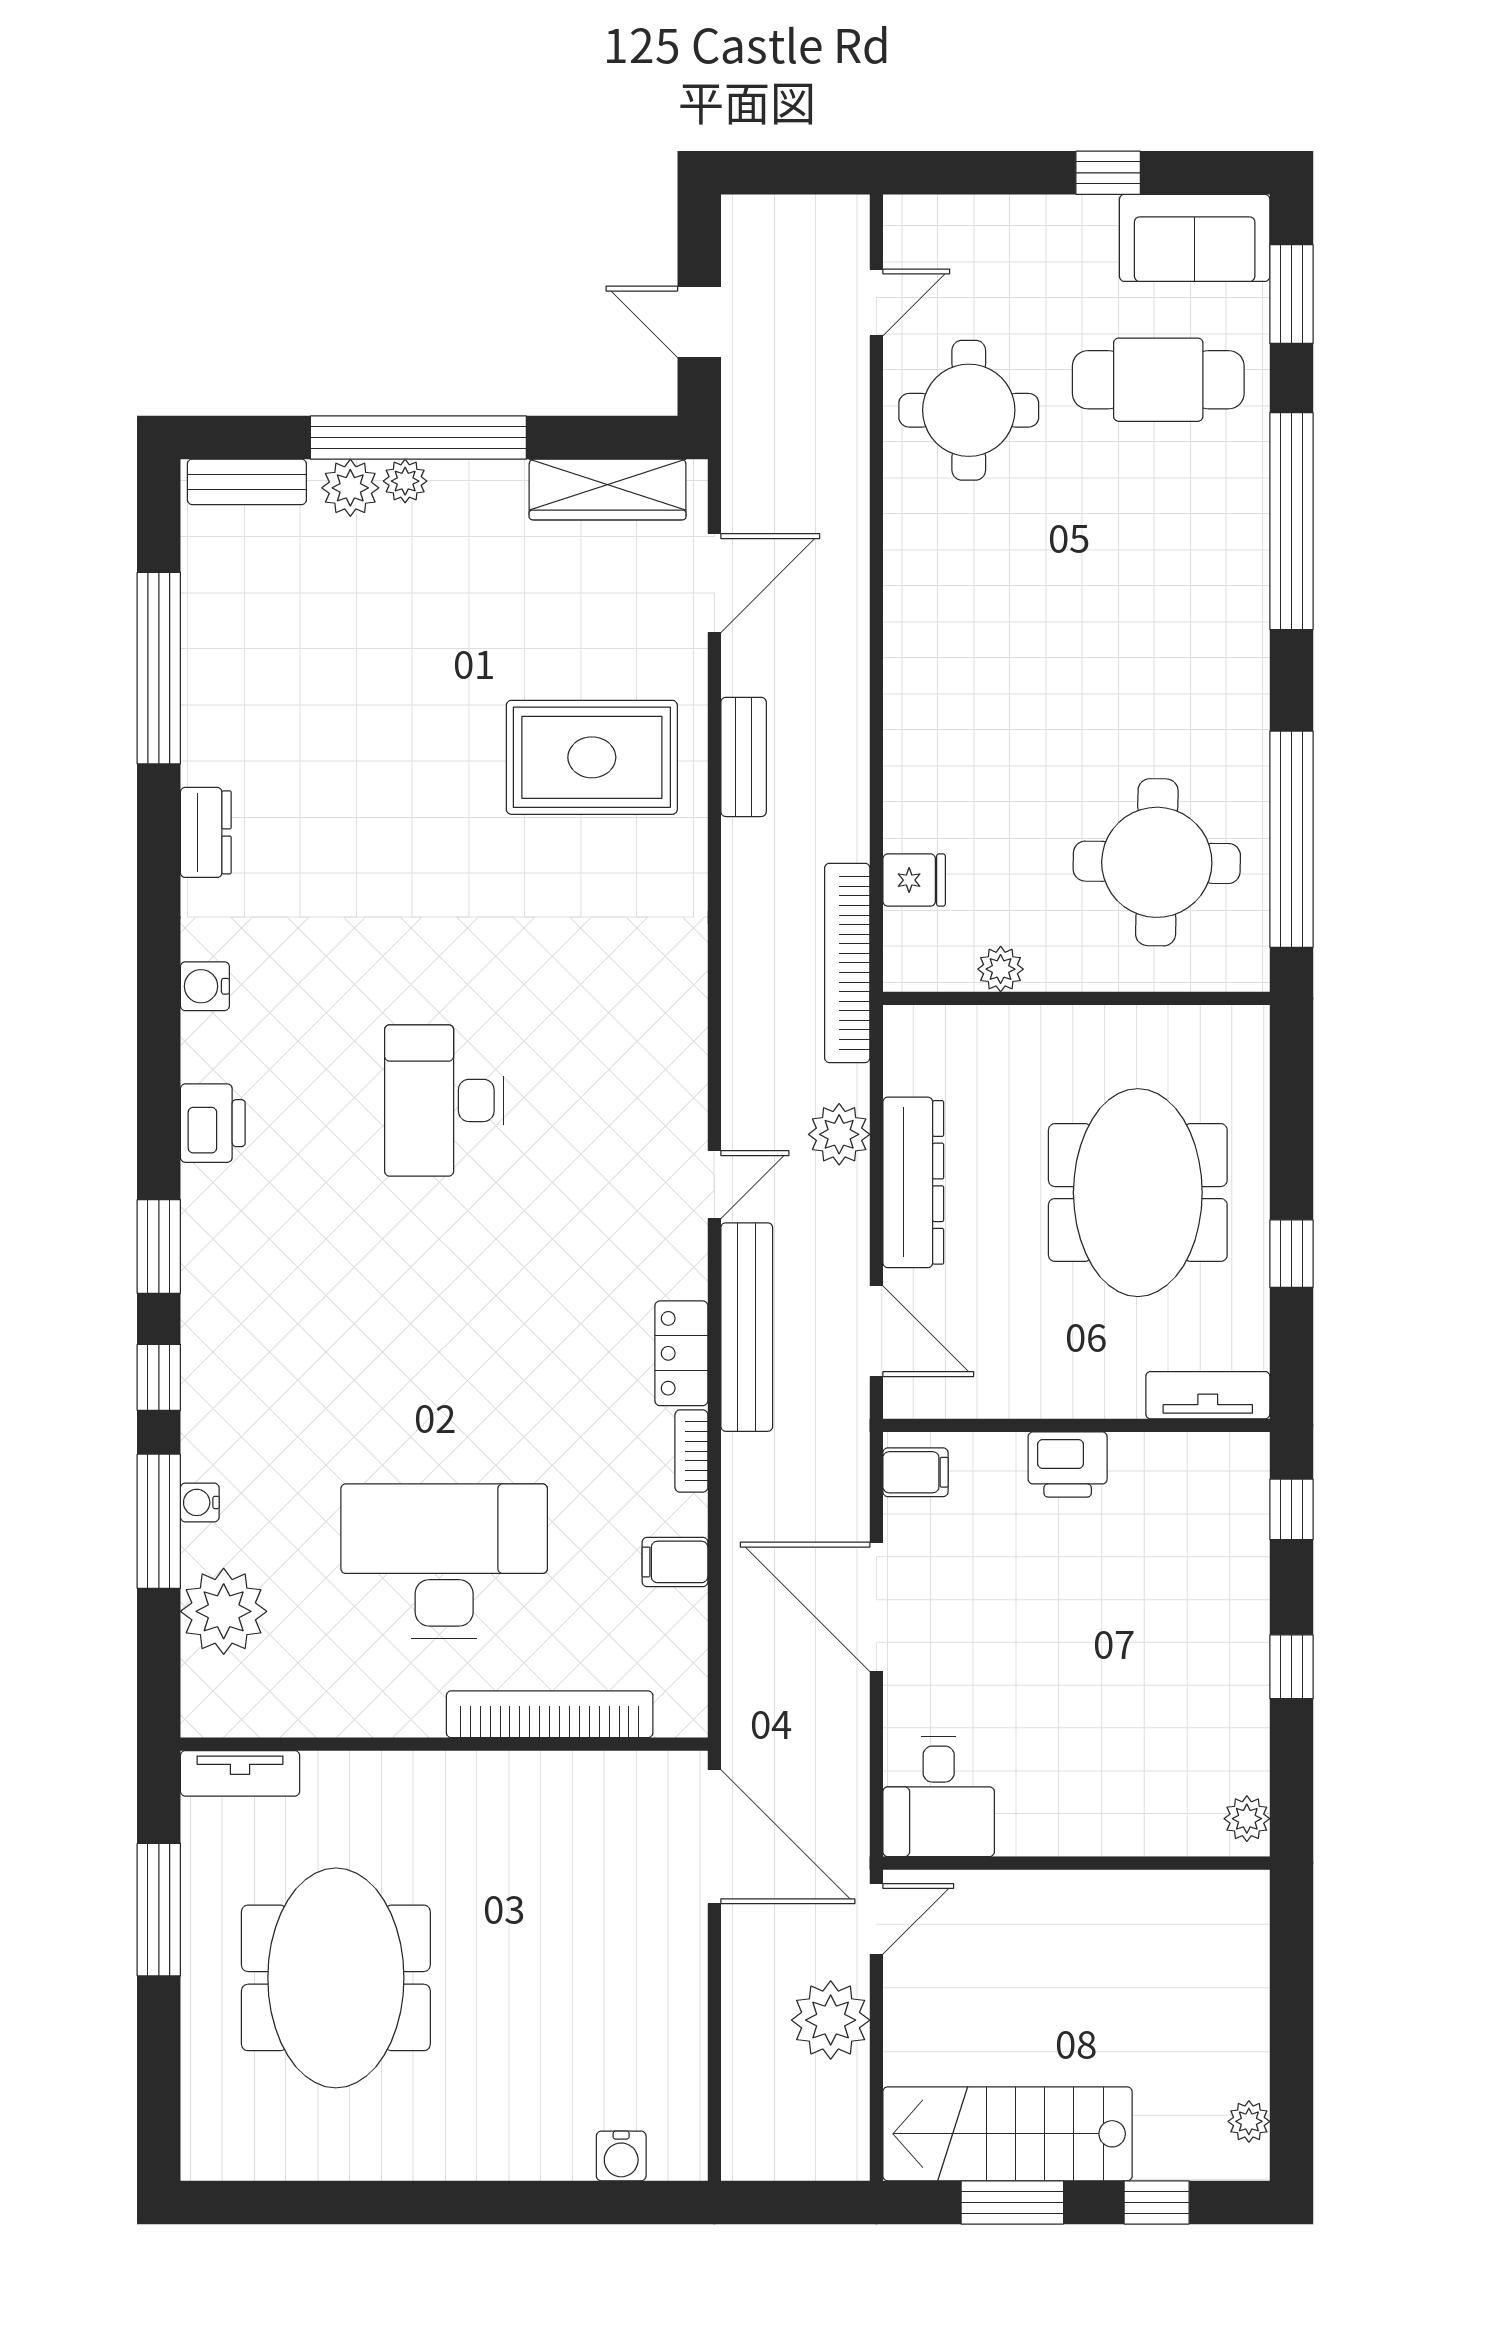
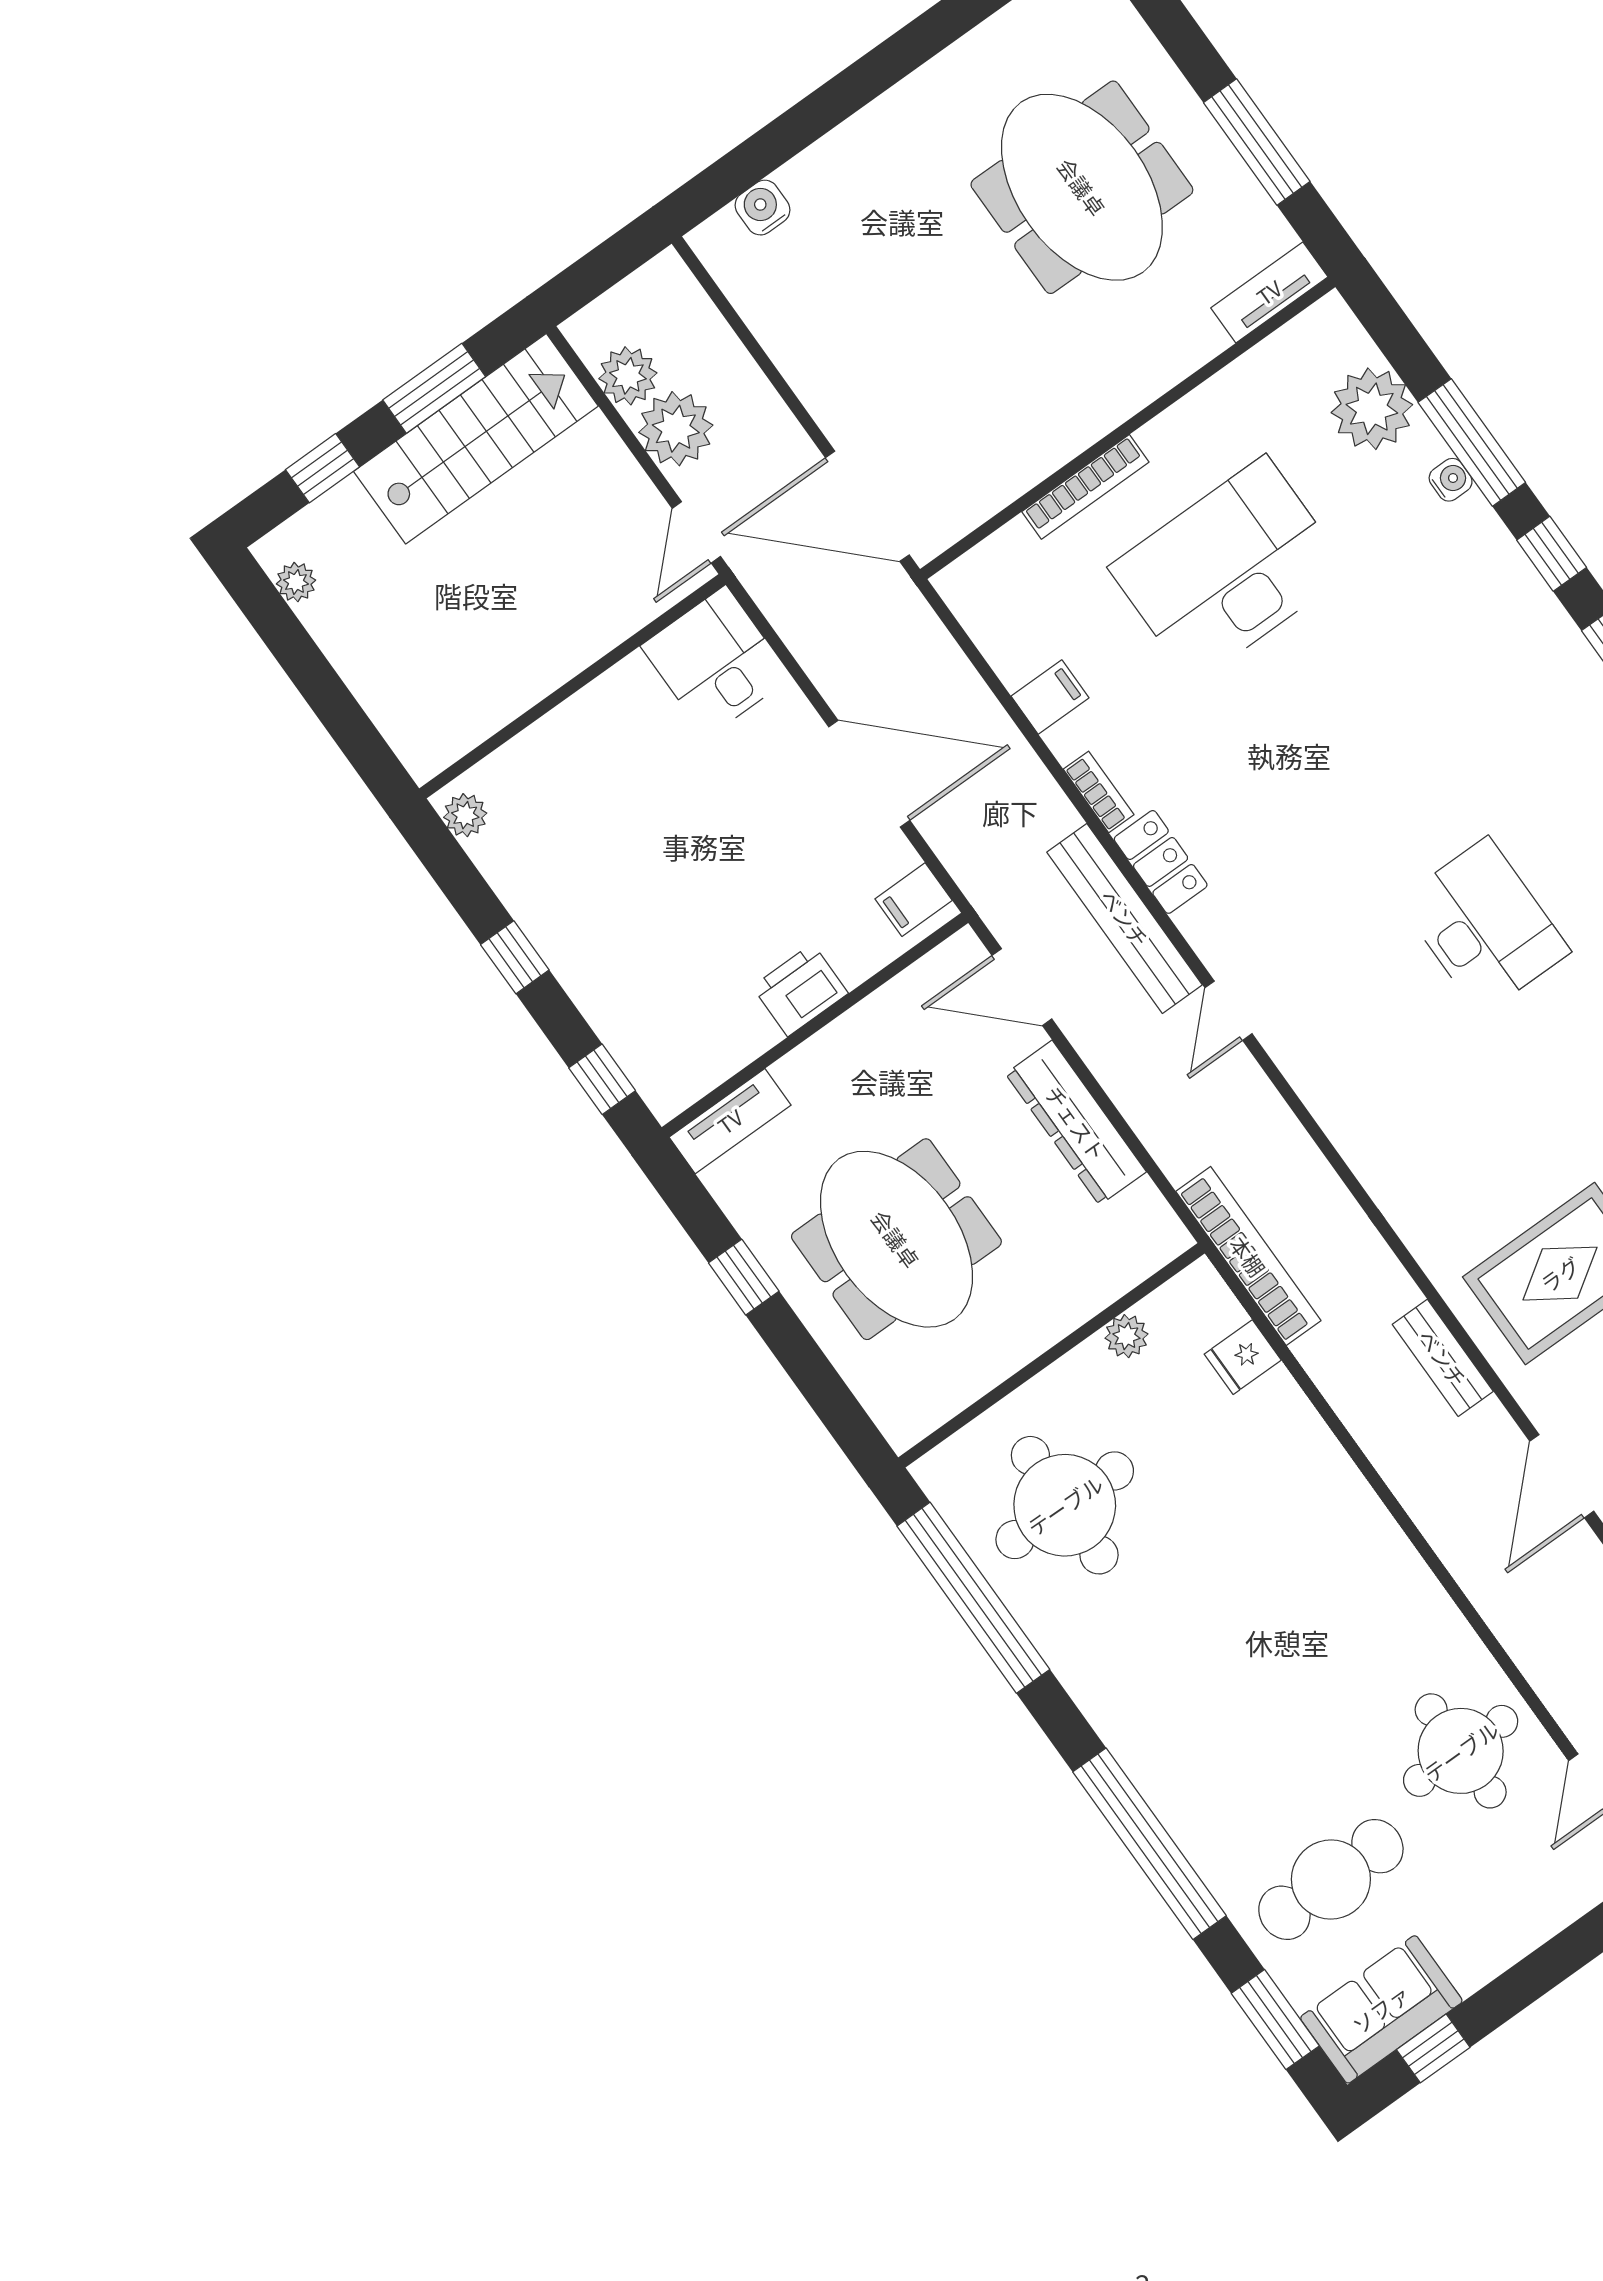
window: (1108, 173) -> (1433, 2048), moved
plant: (839, 1134) -> (628, 376), moved
desk: (444, 1561) -> (1229, 570), turned 180
bookcase: (550, 1714) -> (1085, 487), width x0.68, depth x0.76

